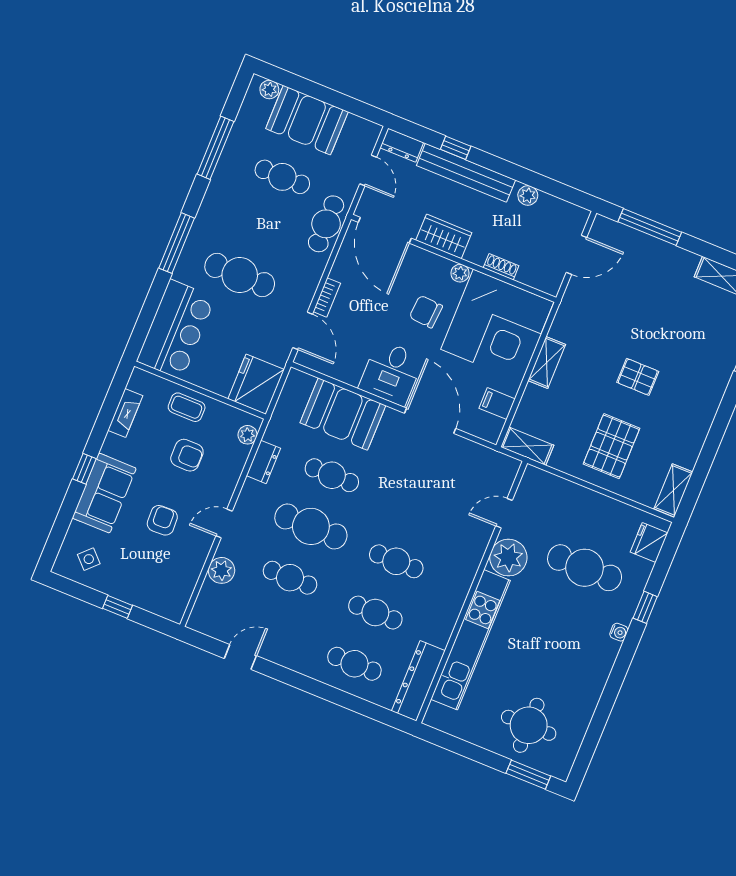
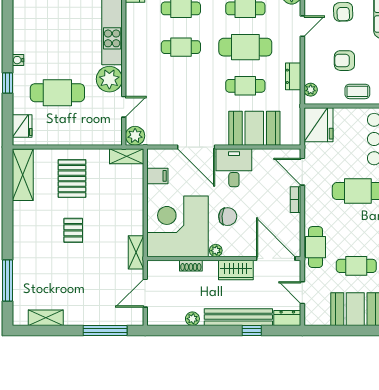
shelving: (547, 362) -> (136, 252), moved
pallet: (638, 377) -> (73, 230), turned 90
plant: (505, 469) -> (135, 136), added
shelving: (673, 490) -> (23, 175), width x1.50, depth x1.33

